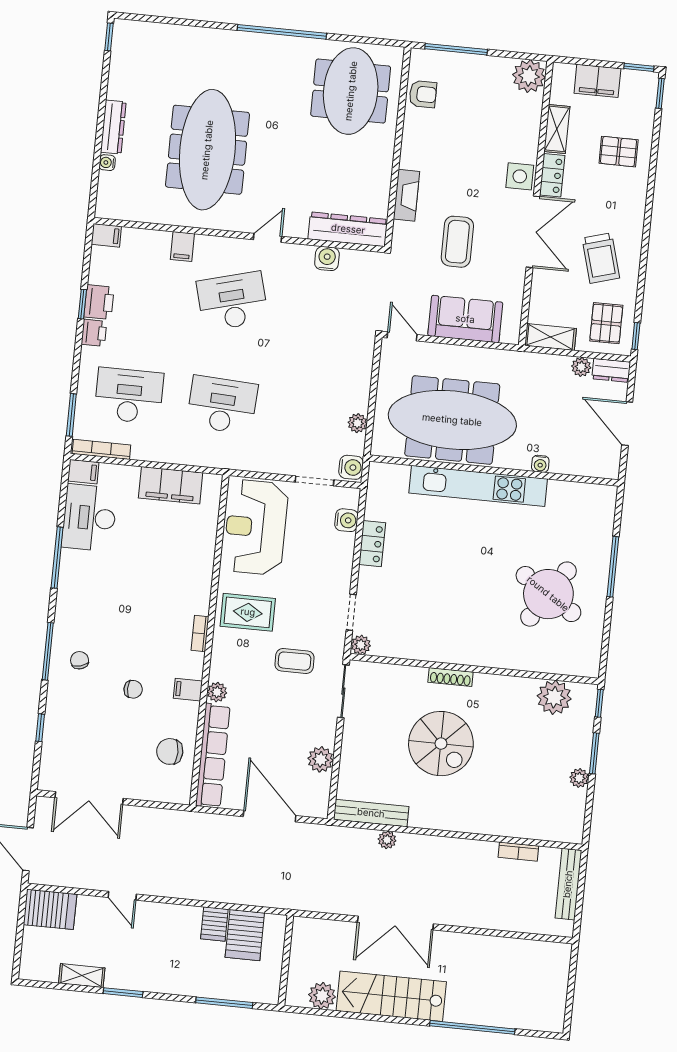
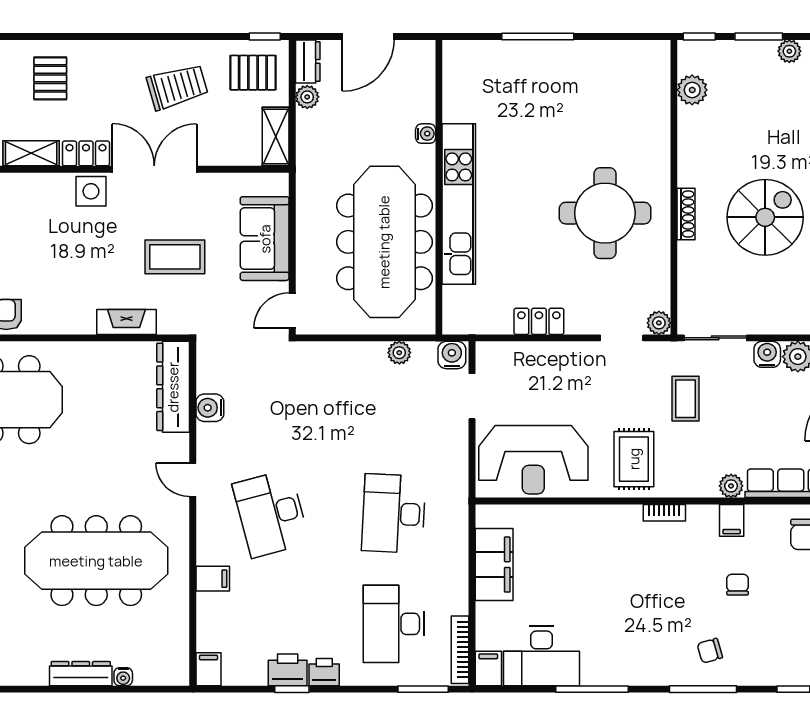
water cooler: (346, 520) -> (767, 354), moved
round table: (548, 594) -> (605, 213), moved, turned -33
plant: (554, 697) -> (692, 90), width x0.73, depth x0.73

